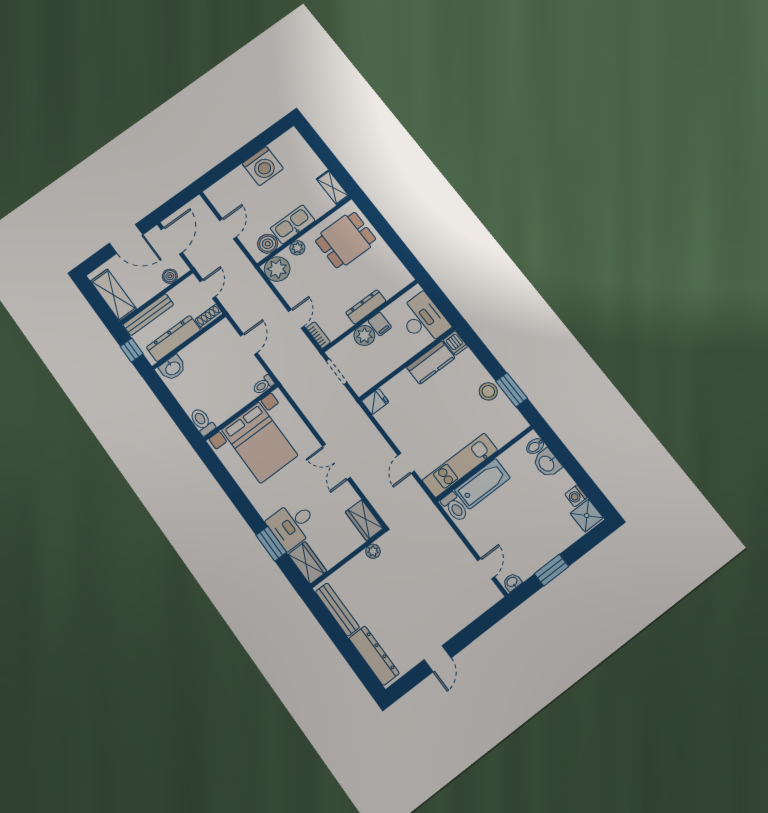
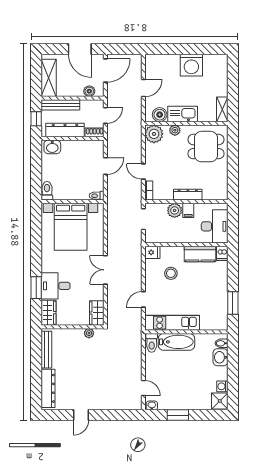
door: (296, 319) -> (143, 172), swing flipped
stool: (488, 391) -> (171, 273), moved
door: (486, 569) -> (143, 388), hinge flipped

